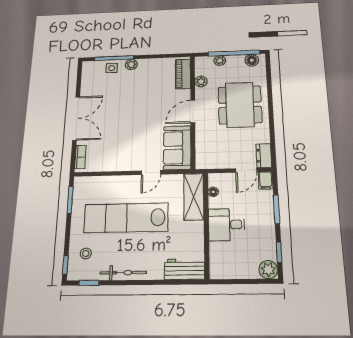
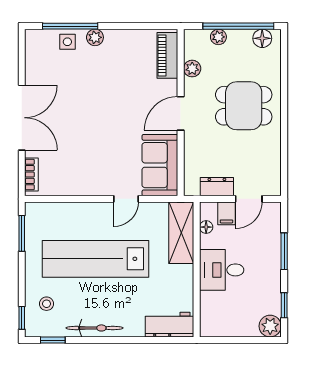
dining table: (240, 105) -> (244, 106), width x0.73
dresser: (264, 156) -> (217, 187), moved, turned 90
filing cabinet: (266, 180) -> (226, 213), moved

